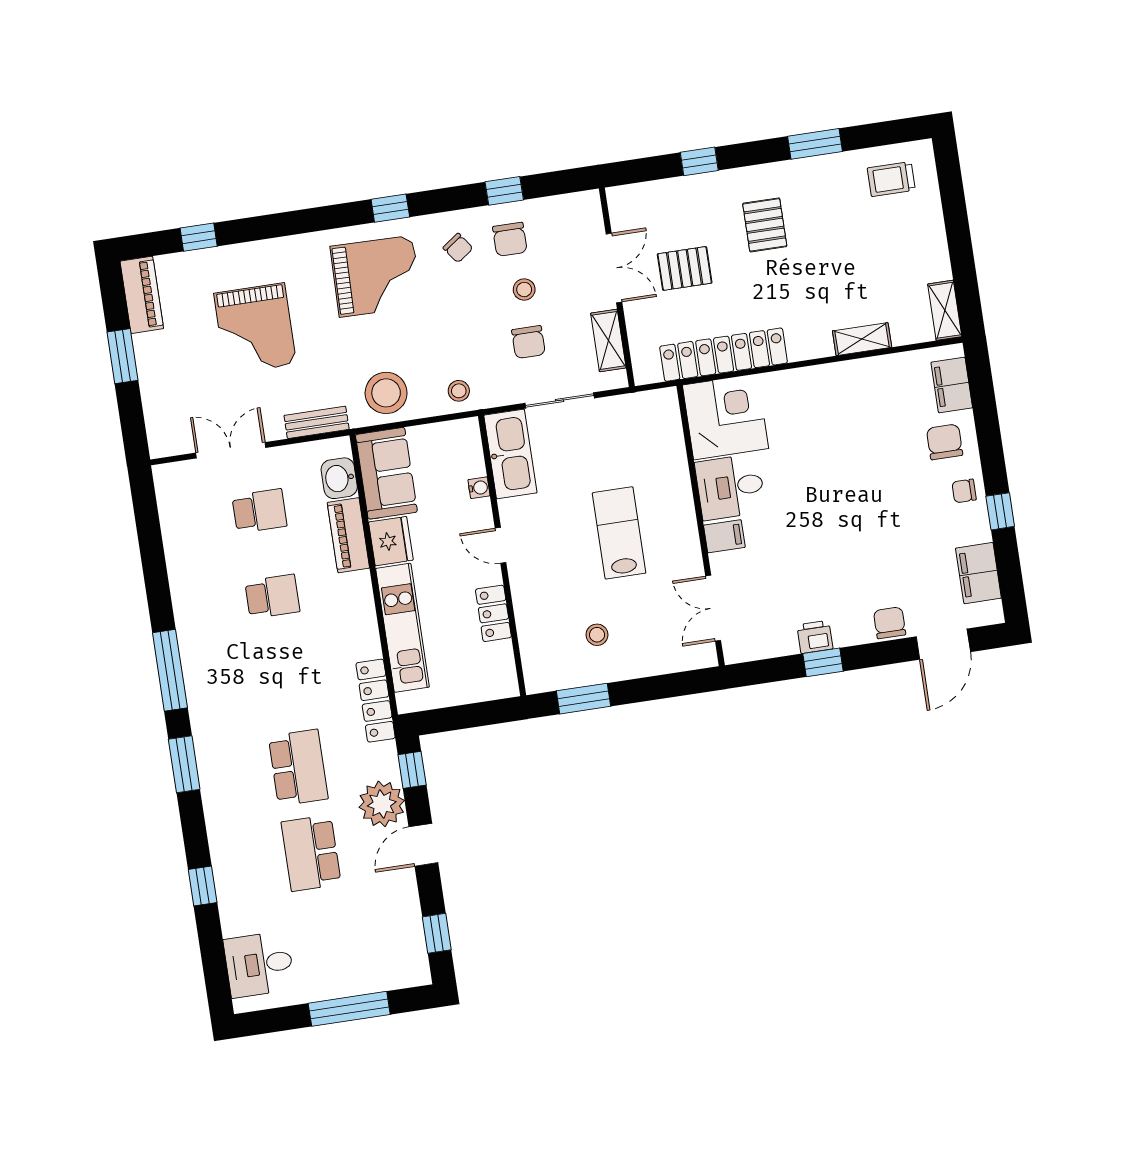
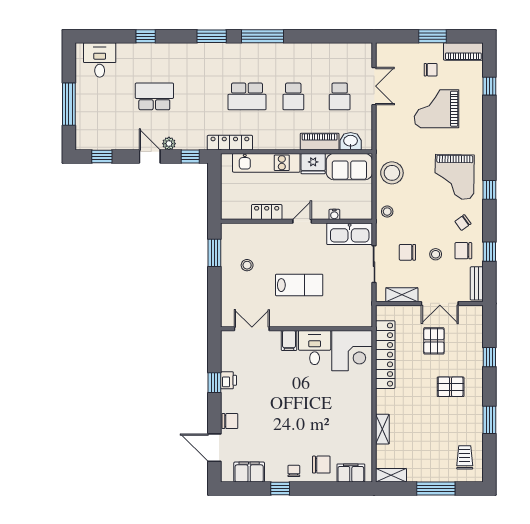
window: (957, 224) -> (436, 488), added
chair: (185, 350) -> (431, 70), added
bench: (317, 422) -> (477, 283), moved
school desk: (298, 768) -> (247, 96), moved
plant: (382, 804) -> (169, 144), width x0.53, depth x0.53

